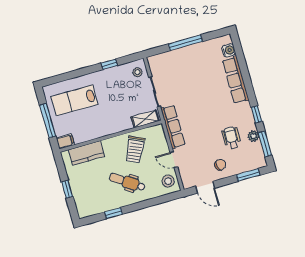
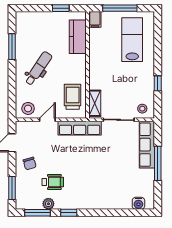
row of seats: (236, 80) -> (147, 145), moved, turned -90
trolley: (135, 149) -> (73, 97), moved, turned 65
window: (67, 189) -> (61, 8), moved
window: (113, 213) -> (12, 47), width x1.50

